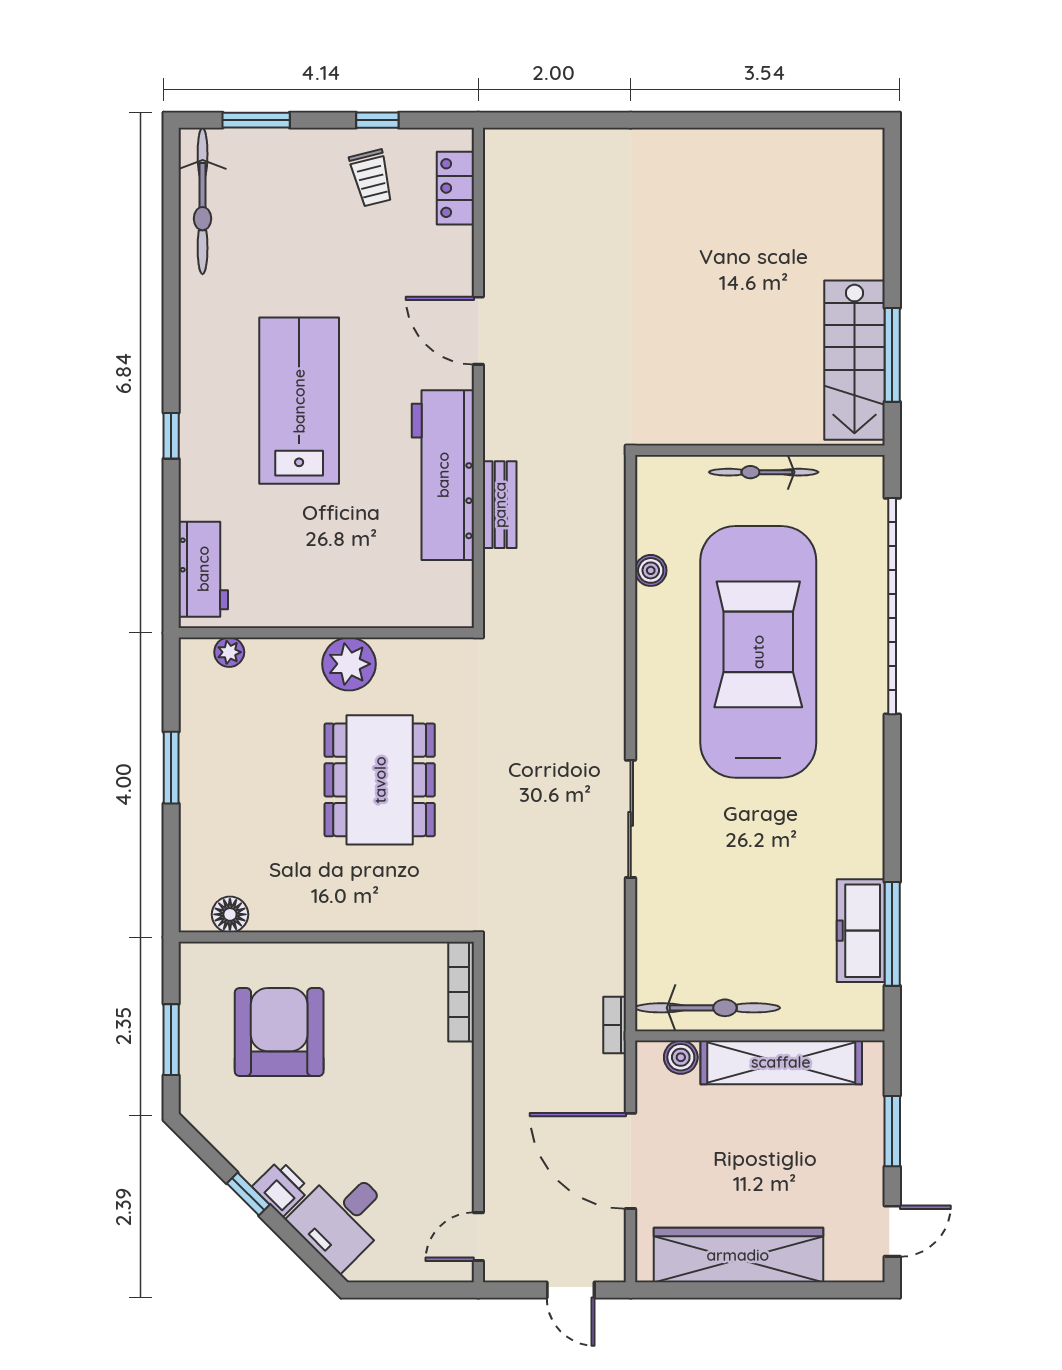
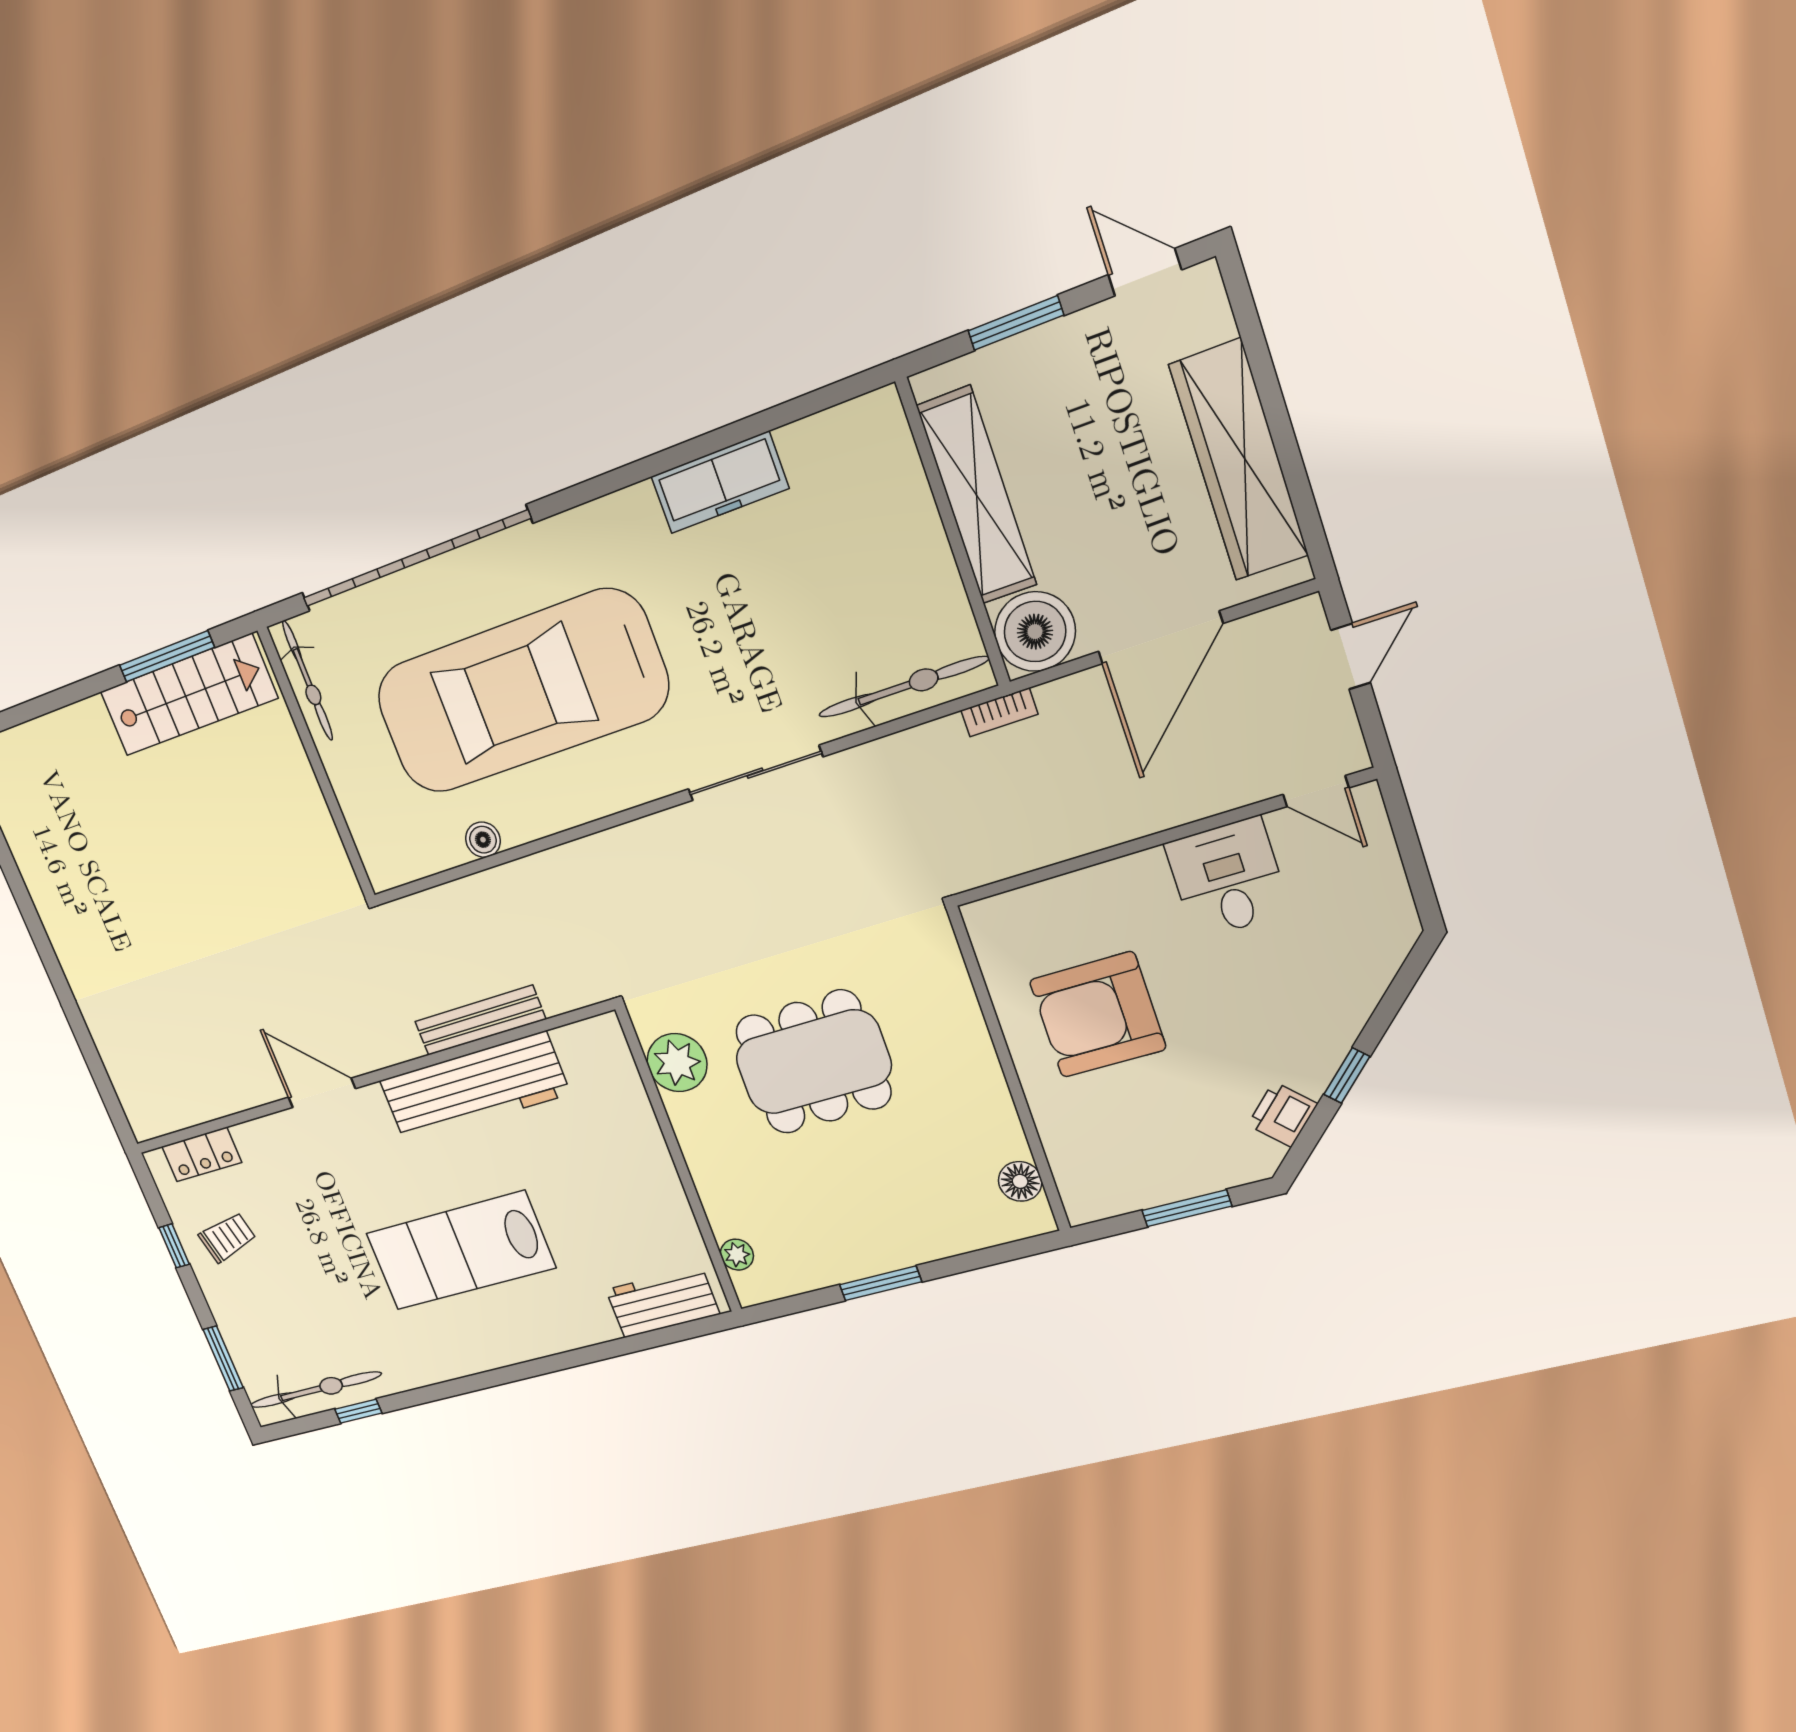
door: (478, 331) -> (322, 1093), swing flipped
window: (171, 436) -> (358, 1411), moved
bicycle: (764, 472) -> (308, 680), moved
bench: (500, 505) -> (480, 1020), width x1.36
plant: (349, 664) -> (677, 1063), moved
freezer: (861, 931) -> (720, 483), moved
window: (892, 934) -> (776, 417), removed
bookcase: (461, 992) -> (1021, 903), removed
bicycle: (708, 1008) -> (903, 687), moved, turned 90
armchair: (279, 1032) -> (1098, 1015), moved
boiler: (681, 1057) -> (1035, 632), width x1.86, depth x1.86
printer: (281, 1188) -> (1282, 1114), moved
desk: (342, 1218) -> (1227, 878), moved, turned -135

